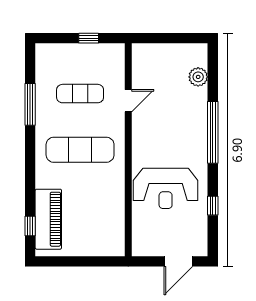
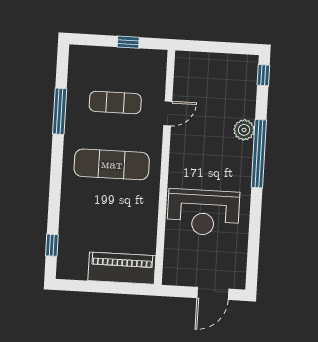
plant: (198, 77) -> (244, 130), moved
window: (213, 206) -> (263, 75), moved
piano: (48, 219) -> (122, 268), moved, turned -90

